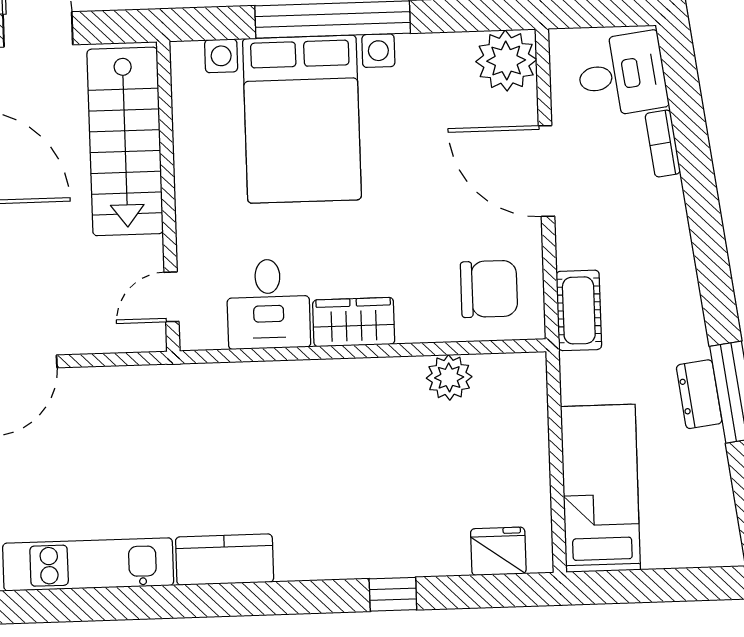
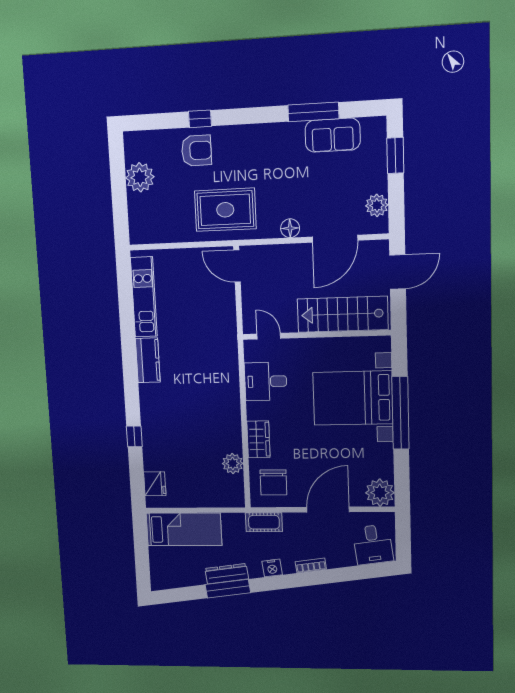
bookcase: (663, 143) -> (311, 565), moved
nightstand: (682, 293) -> (272, 568), added
wardrobe: (354, 322) -> (258, 439), moved
dresser: (699, 394) -> (227, 574), width x1.44

